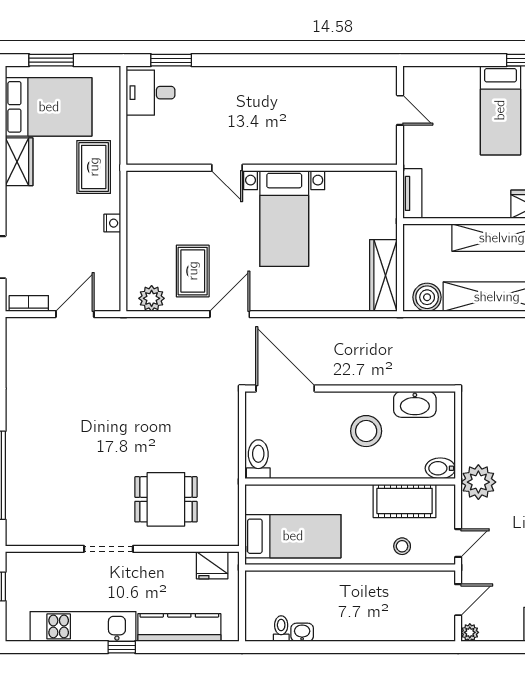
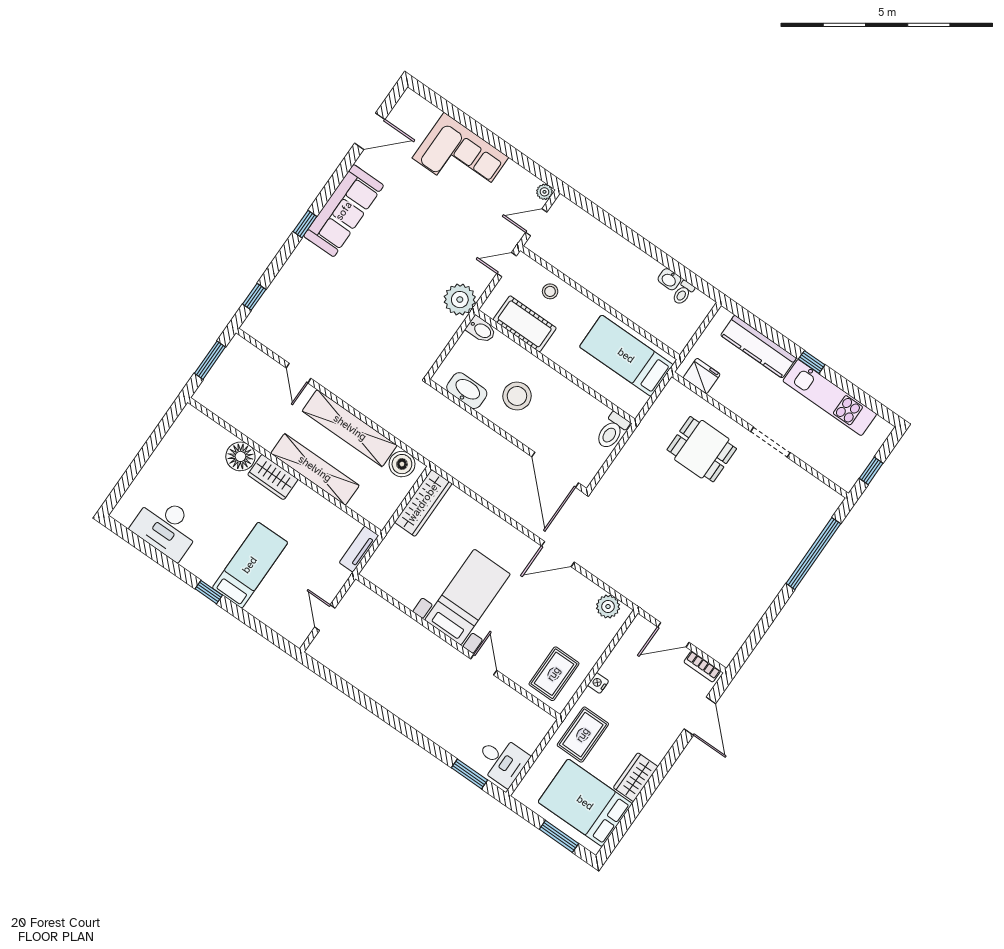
rug: (193, 271) -> (554, 674), moved

